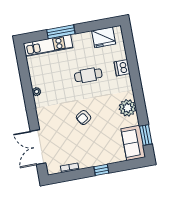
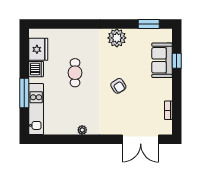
dishwasher: (122, 68) -> (36, 69), moved, turned -90
sofa: (133, 143) -> (162, 60), moved, turned 90
window: (101, 170) -> (177, 61), moved

